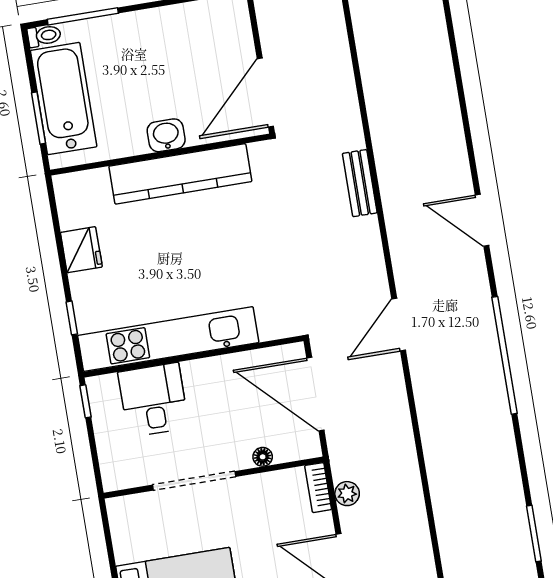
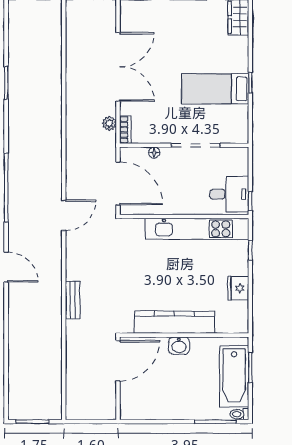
desk: (153, 400) -> (229, 194), moved, turned -90

